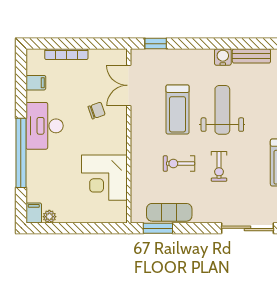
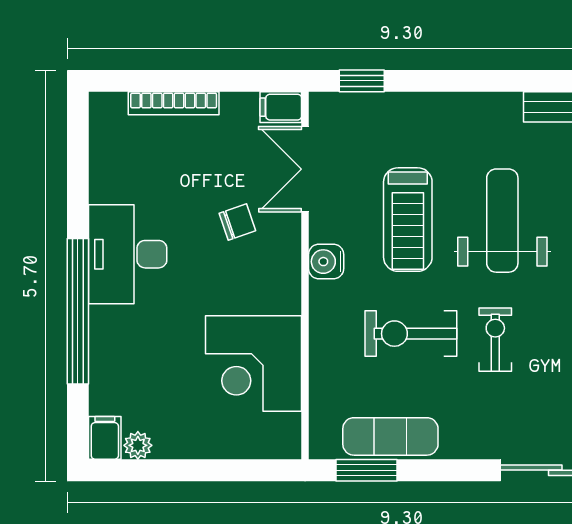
water cooler: (223, 57) -> (326, 262), moved, turned -90
filing cabinet: (36, 83) -> (281, 107), moved, turned 180
exercise bike: (179, 164) -> (411, 334), width x1.38, depth x1.39
exercise bike: (219, 166) -> (495, 340), turned 180

